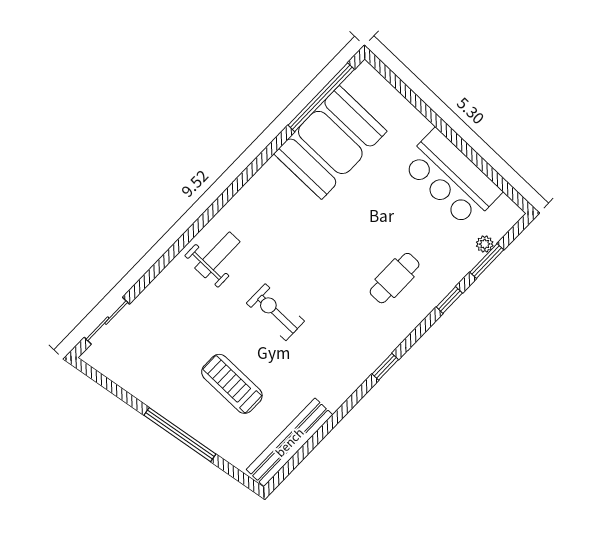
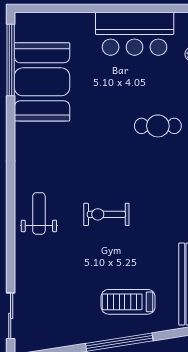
cafe table: (395, 278) -> (158, 126), turned 90
treadmill: (232, 384) -> (128, 302), moved

